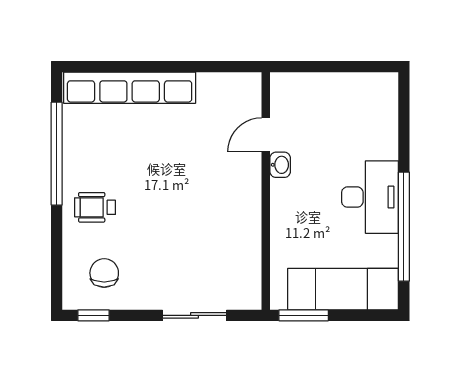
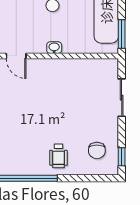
washbasin: (280, 165) -> (54, 48), moved
chair: (104, 273) -> (97, 150), turned -90

